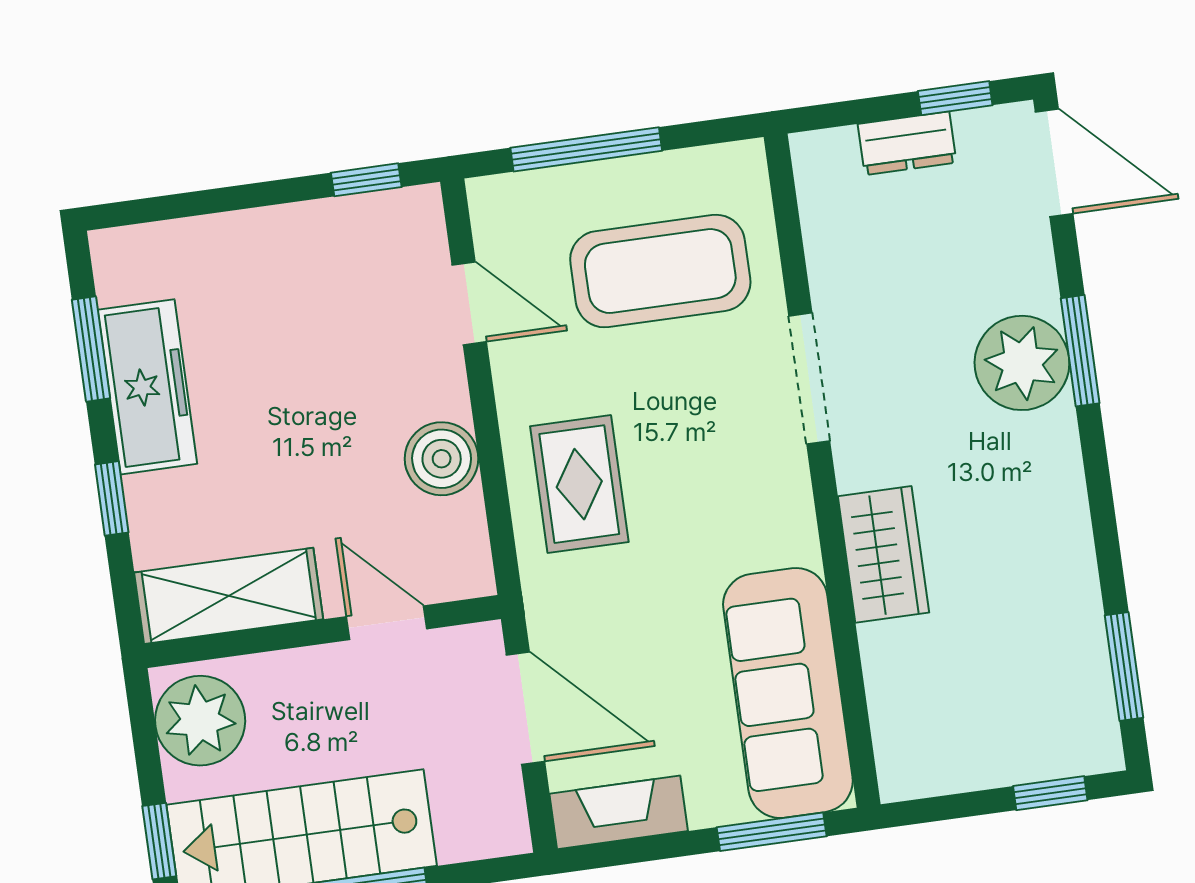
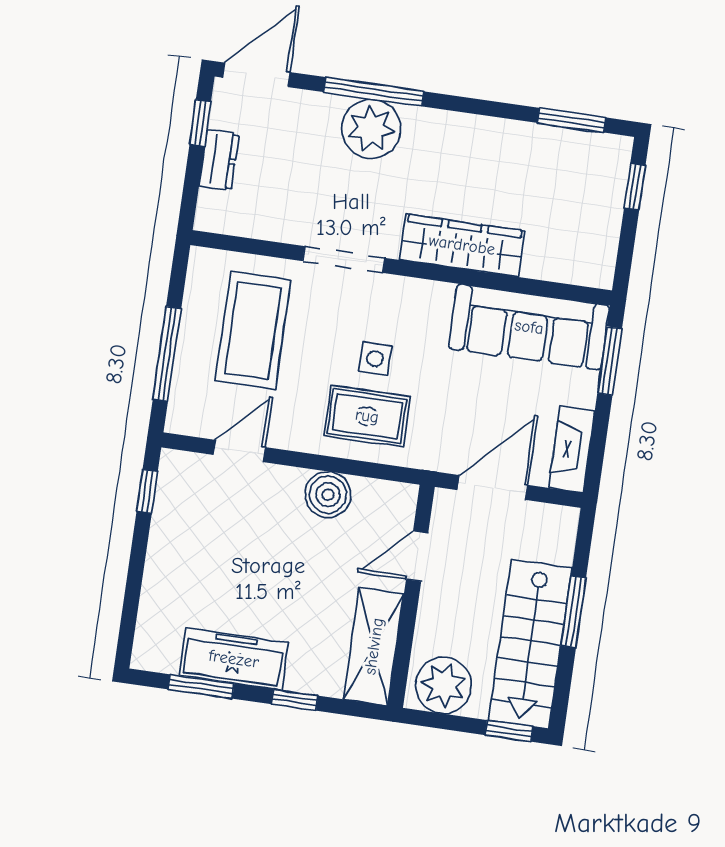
window: (1080, 351) -> (374, 92), width x1.44
side table: (671, 471) -> (375, 359), added
wardrobe: (883, 554) -> (462, 245), width x1.50

